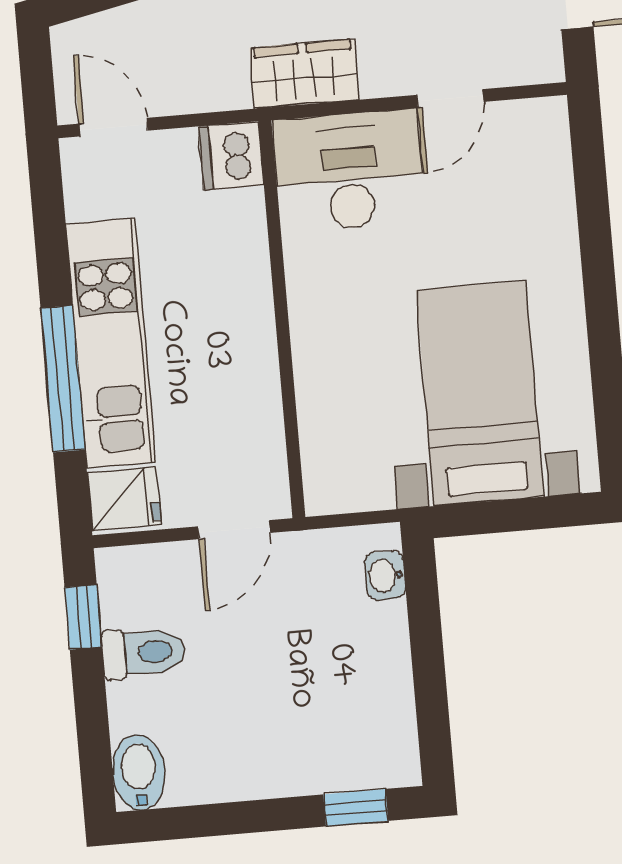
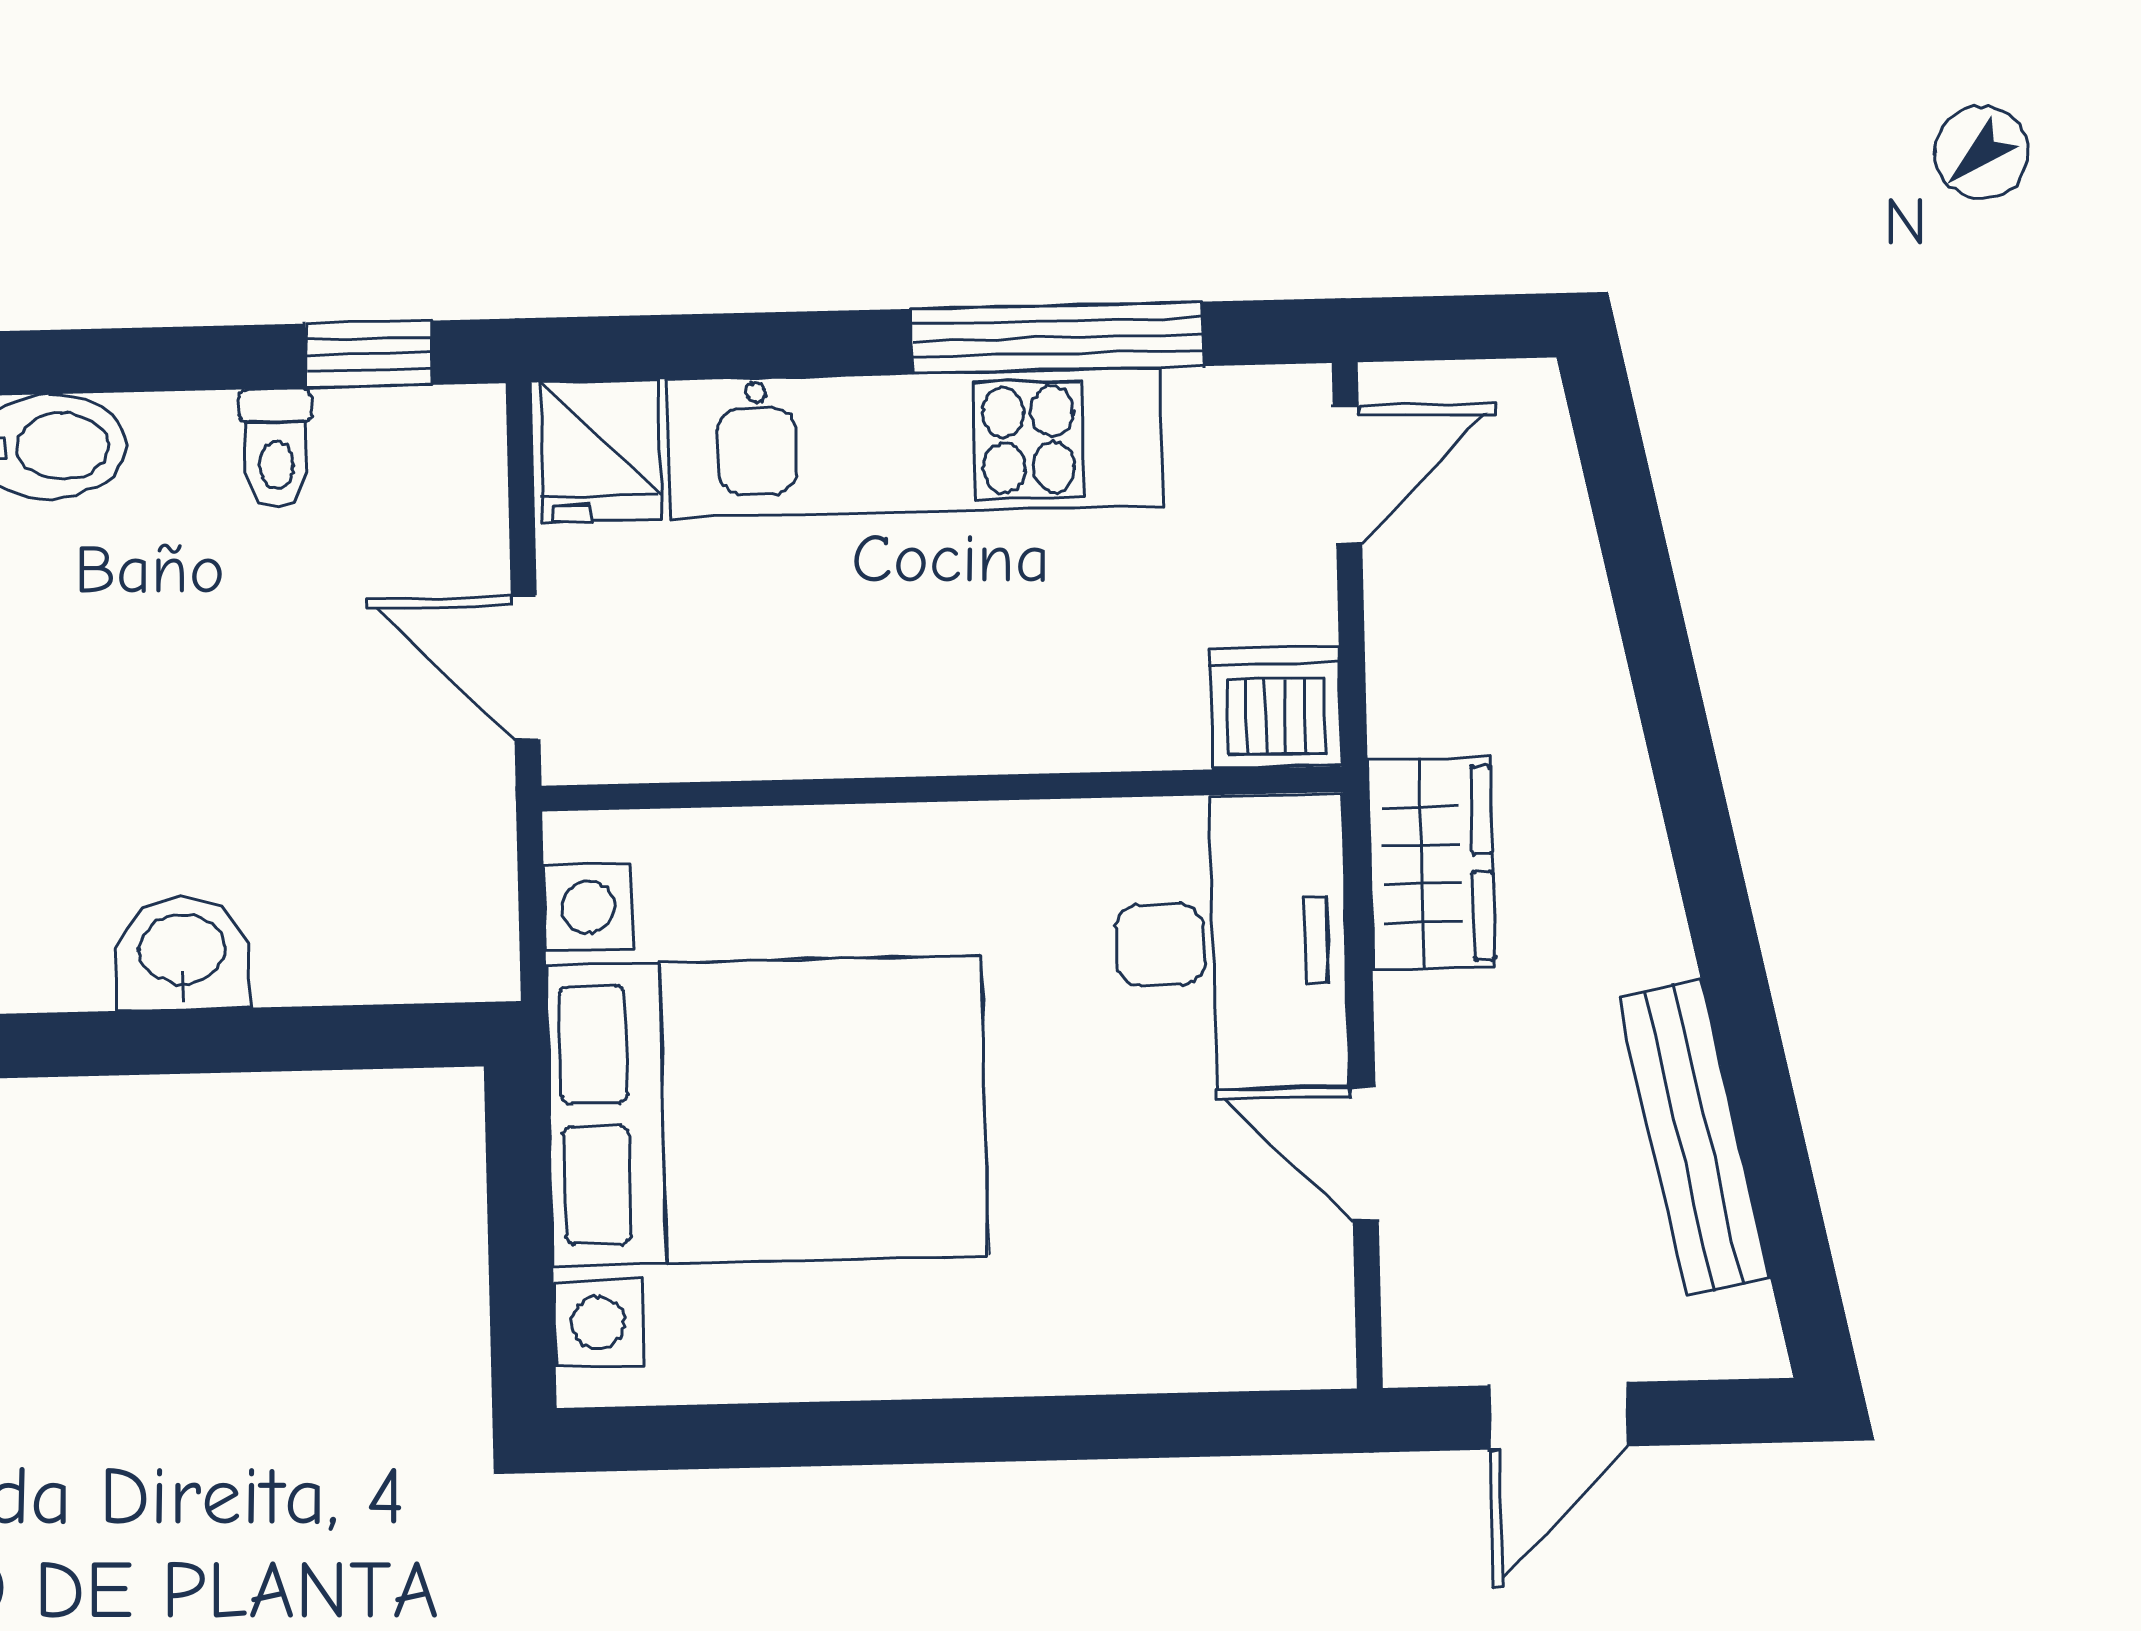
window: (63, 379) -> (1058, 337), moved
bed with nightstands: (480, 393) -> (767, 1111), width x1.36
washbasin: (385, 575) -> (182, 953), moved, width x1.38, depth x1.45
toilet: (144, 653) -> (276, 448), width x0.73, depth x0.72

